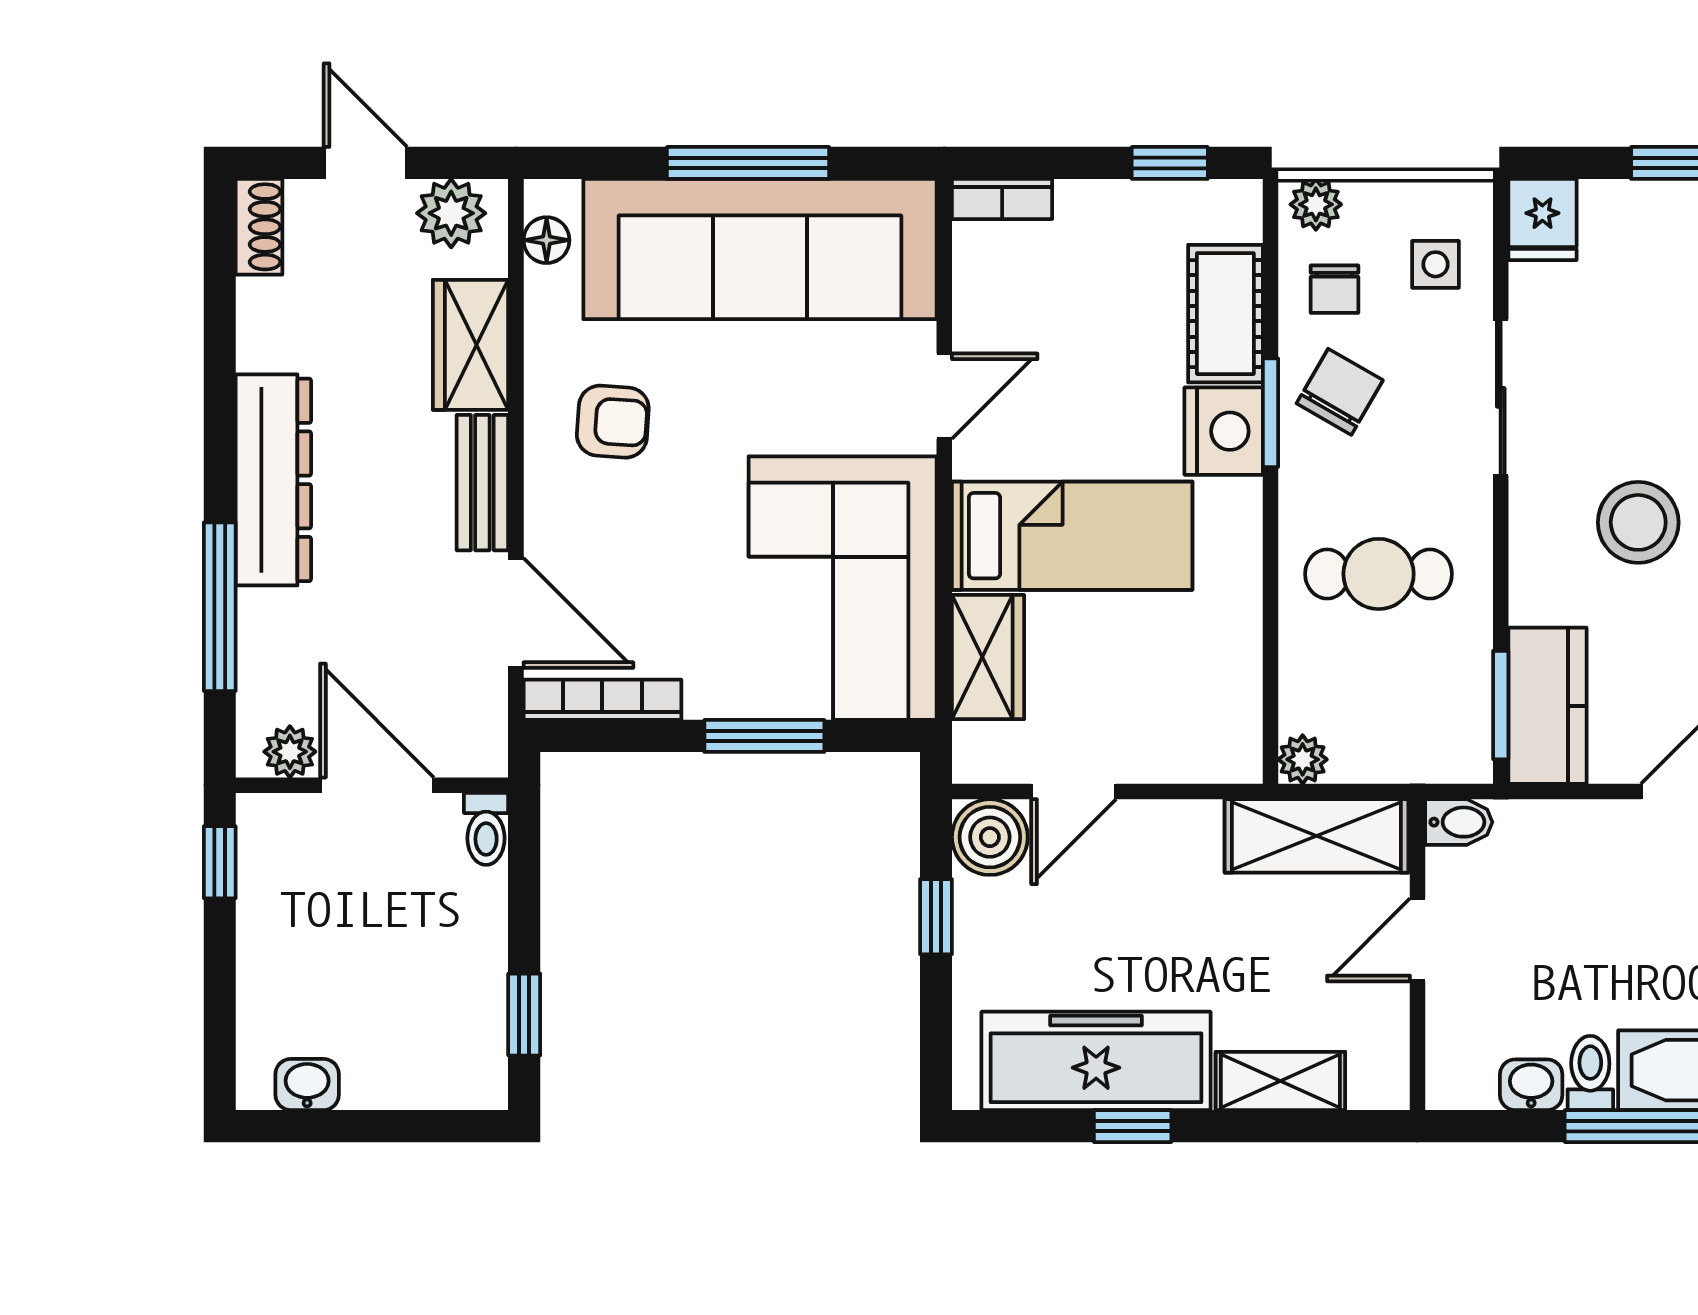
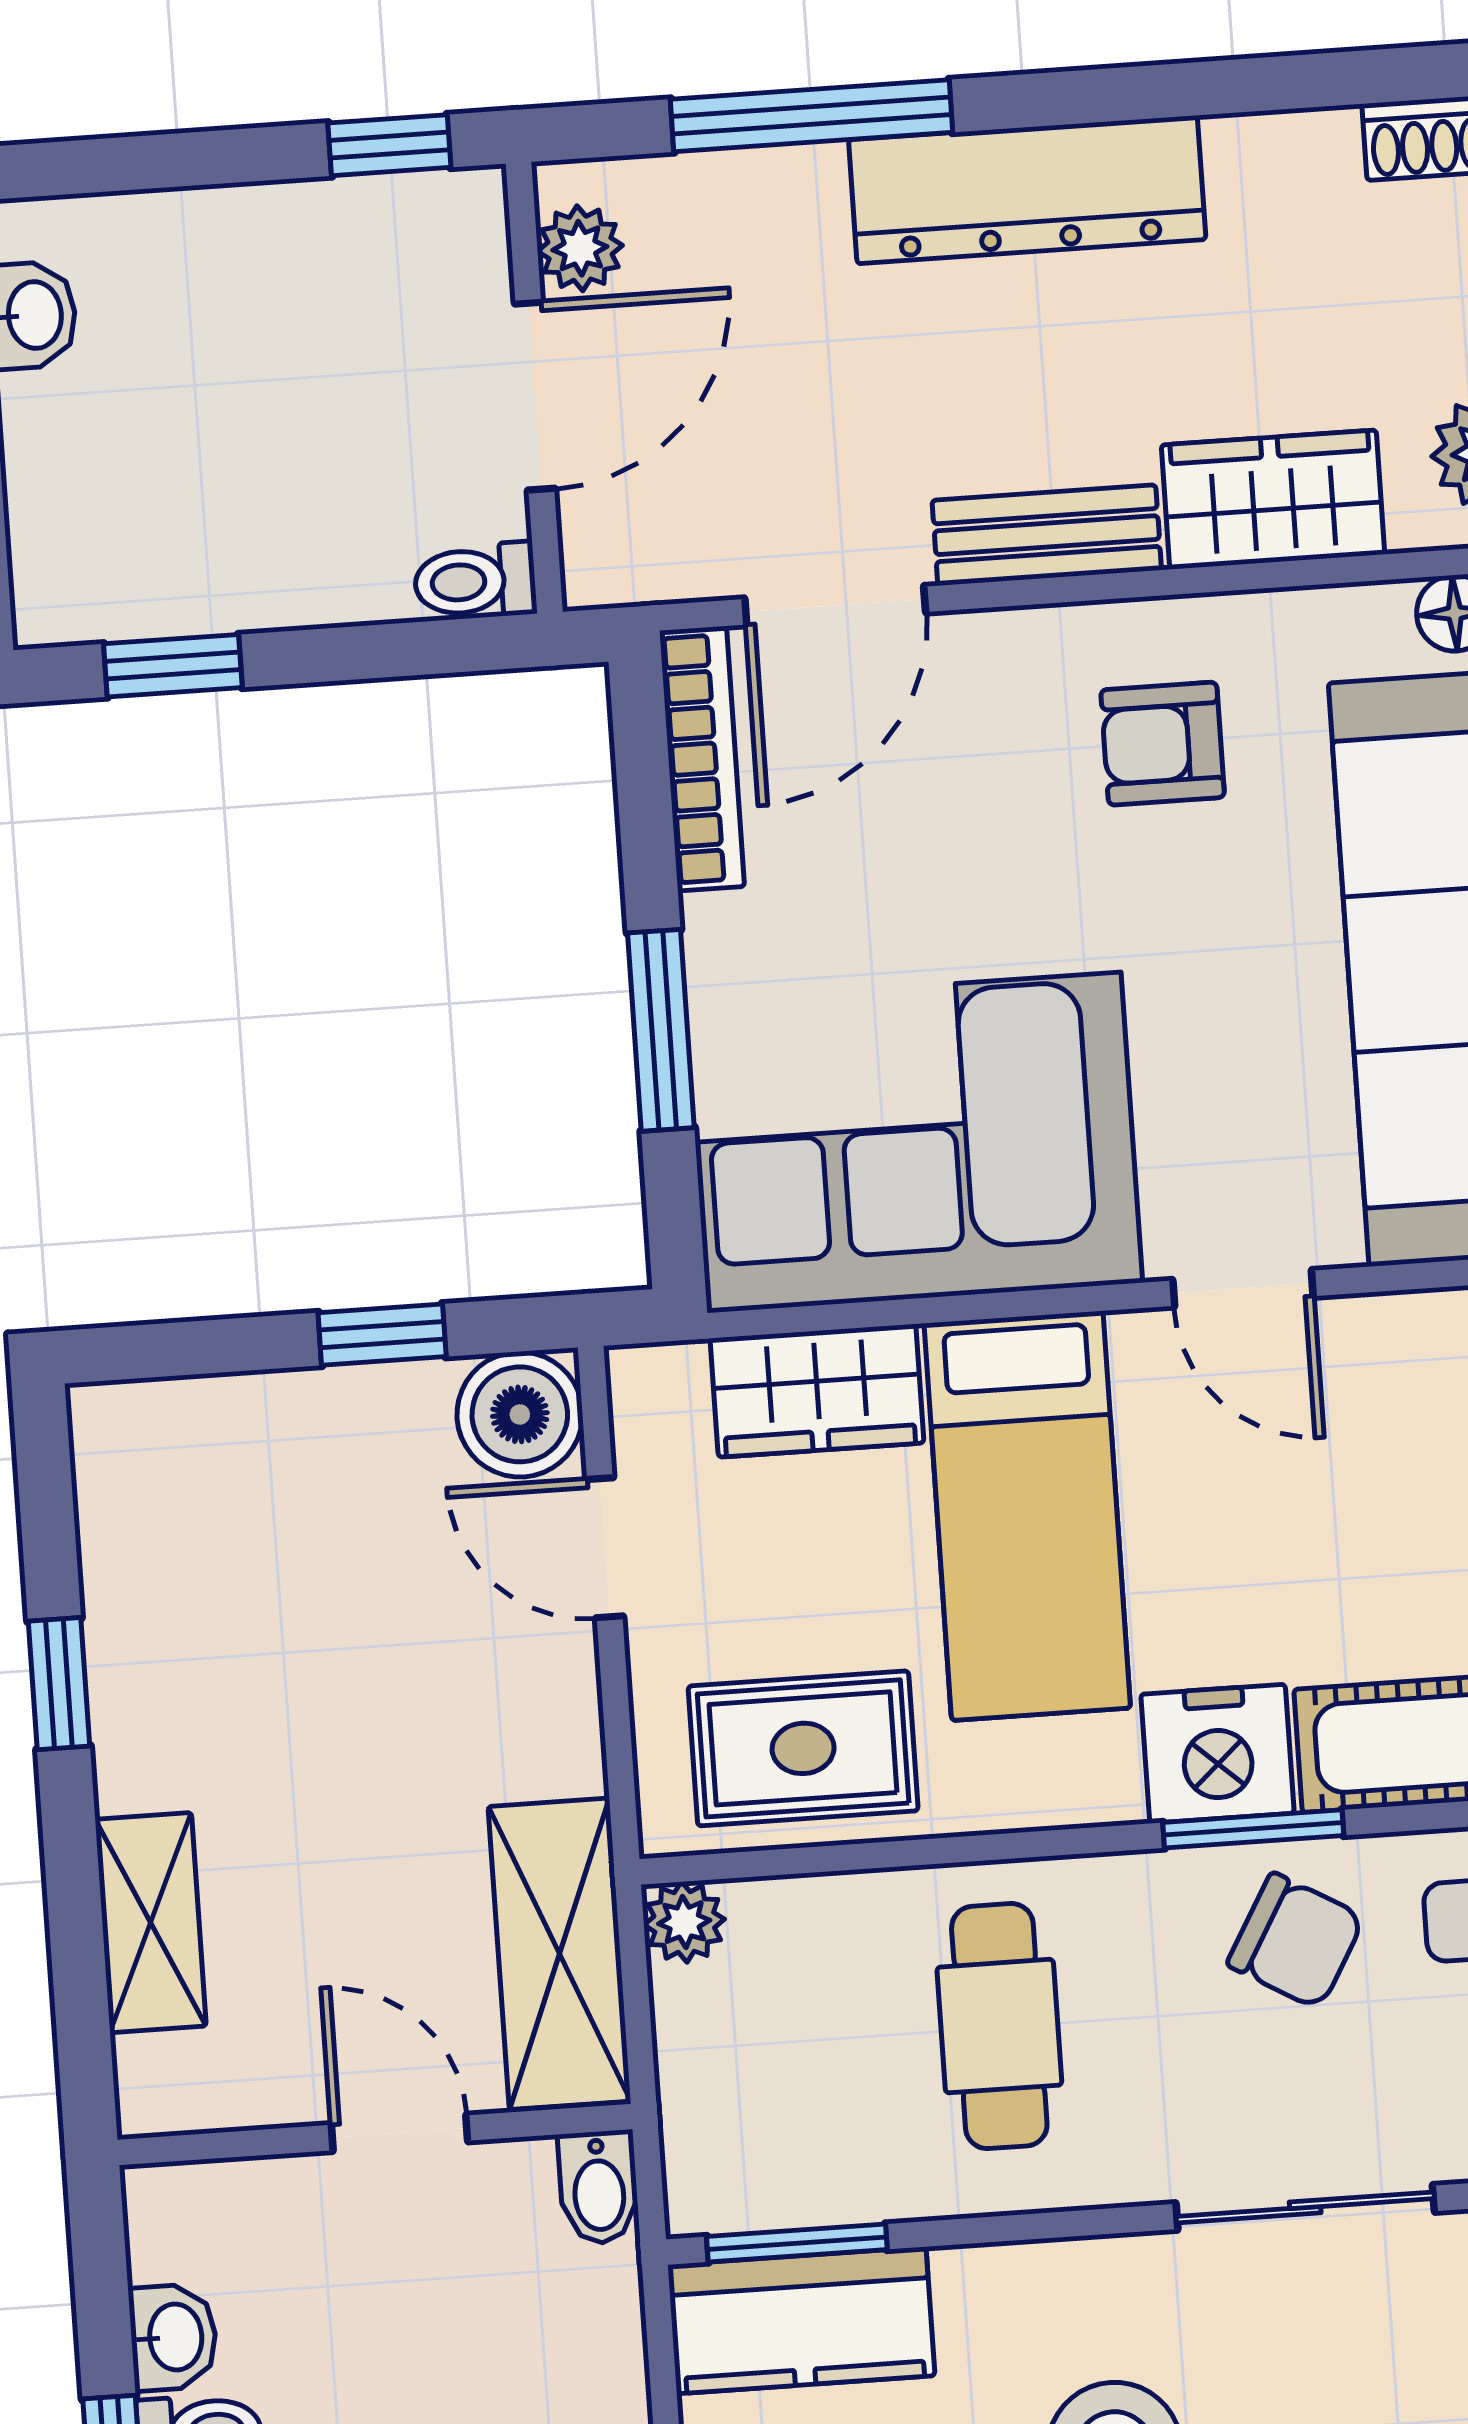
armchair: (613, 422) -> (1163, 744), turned 86
rug: (1203, 681) -> (803, 1748), added
freezer: (1096, 1061) -> (162, 1616), removed

